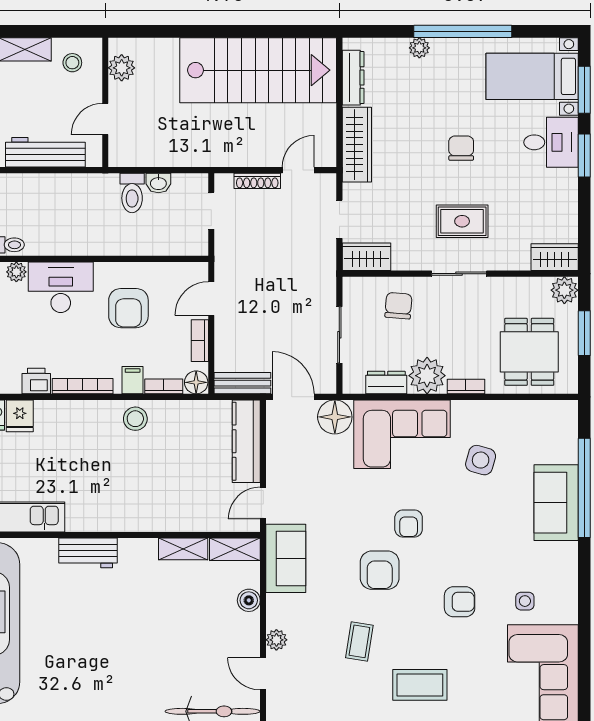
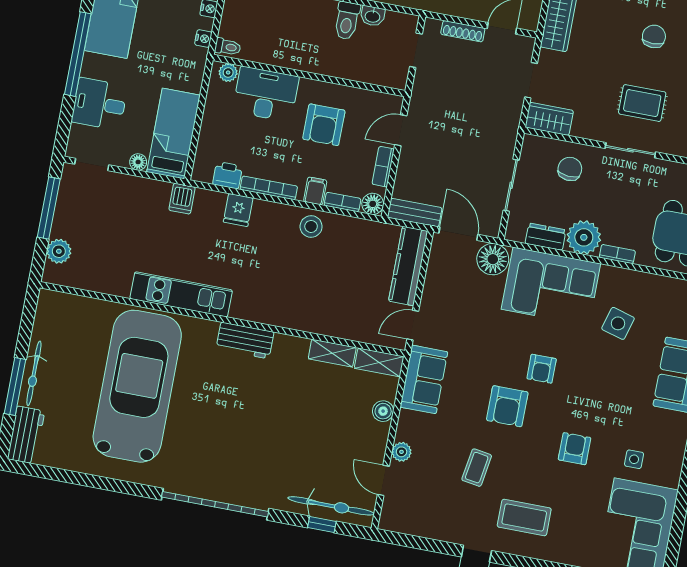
fridge: (20, 416) -> (238, 210), moved
armchair: (460, 602) -> (575, 449), turned -90

